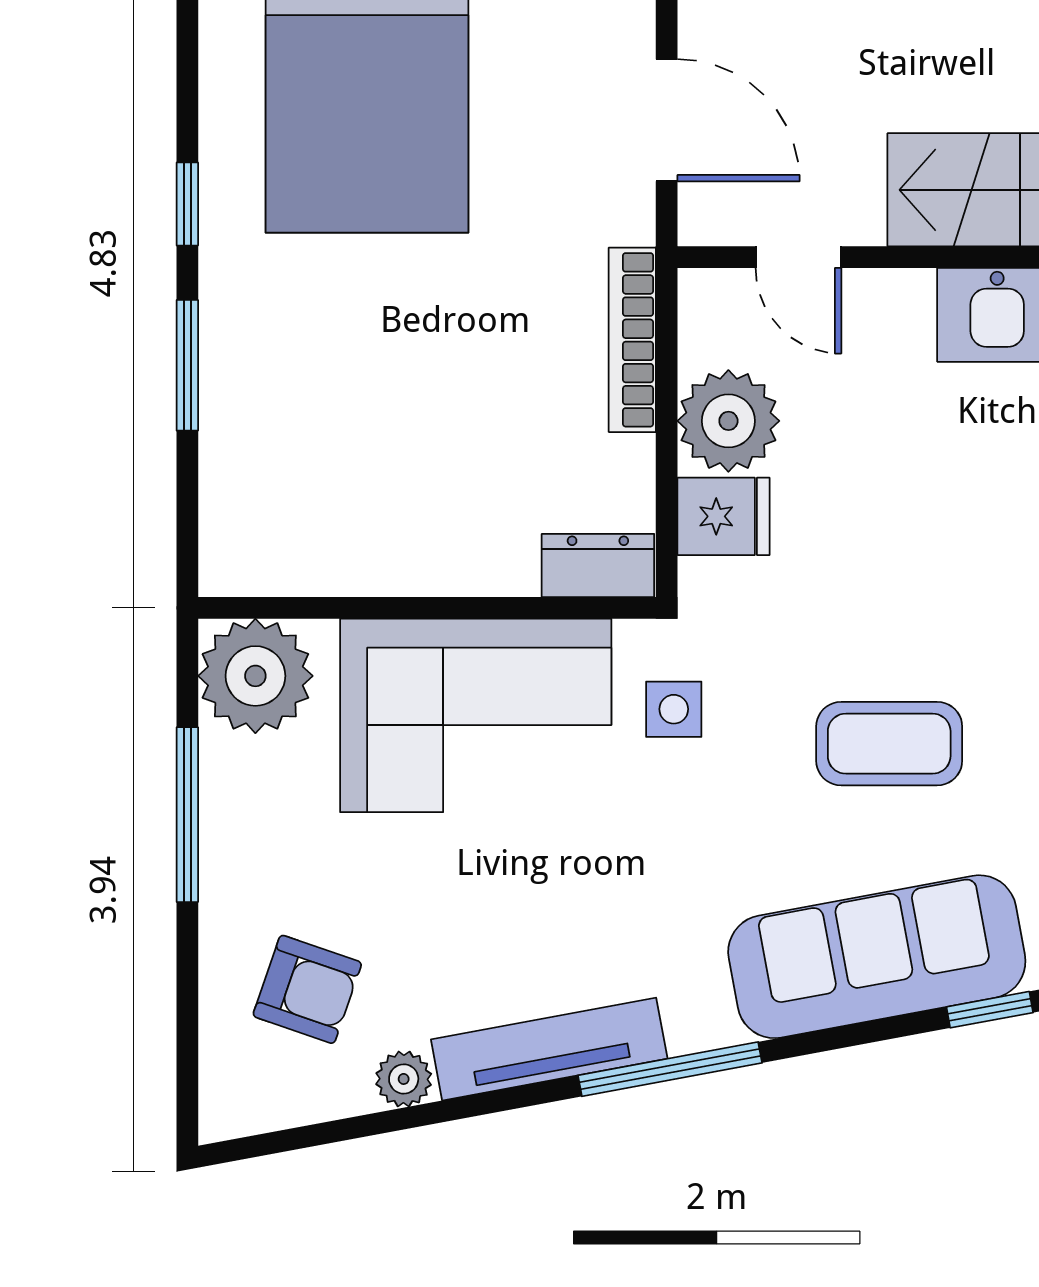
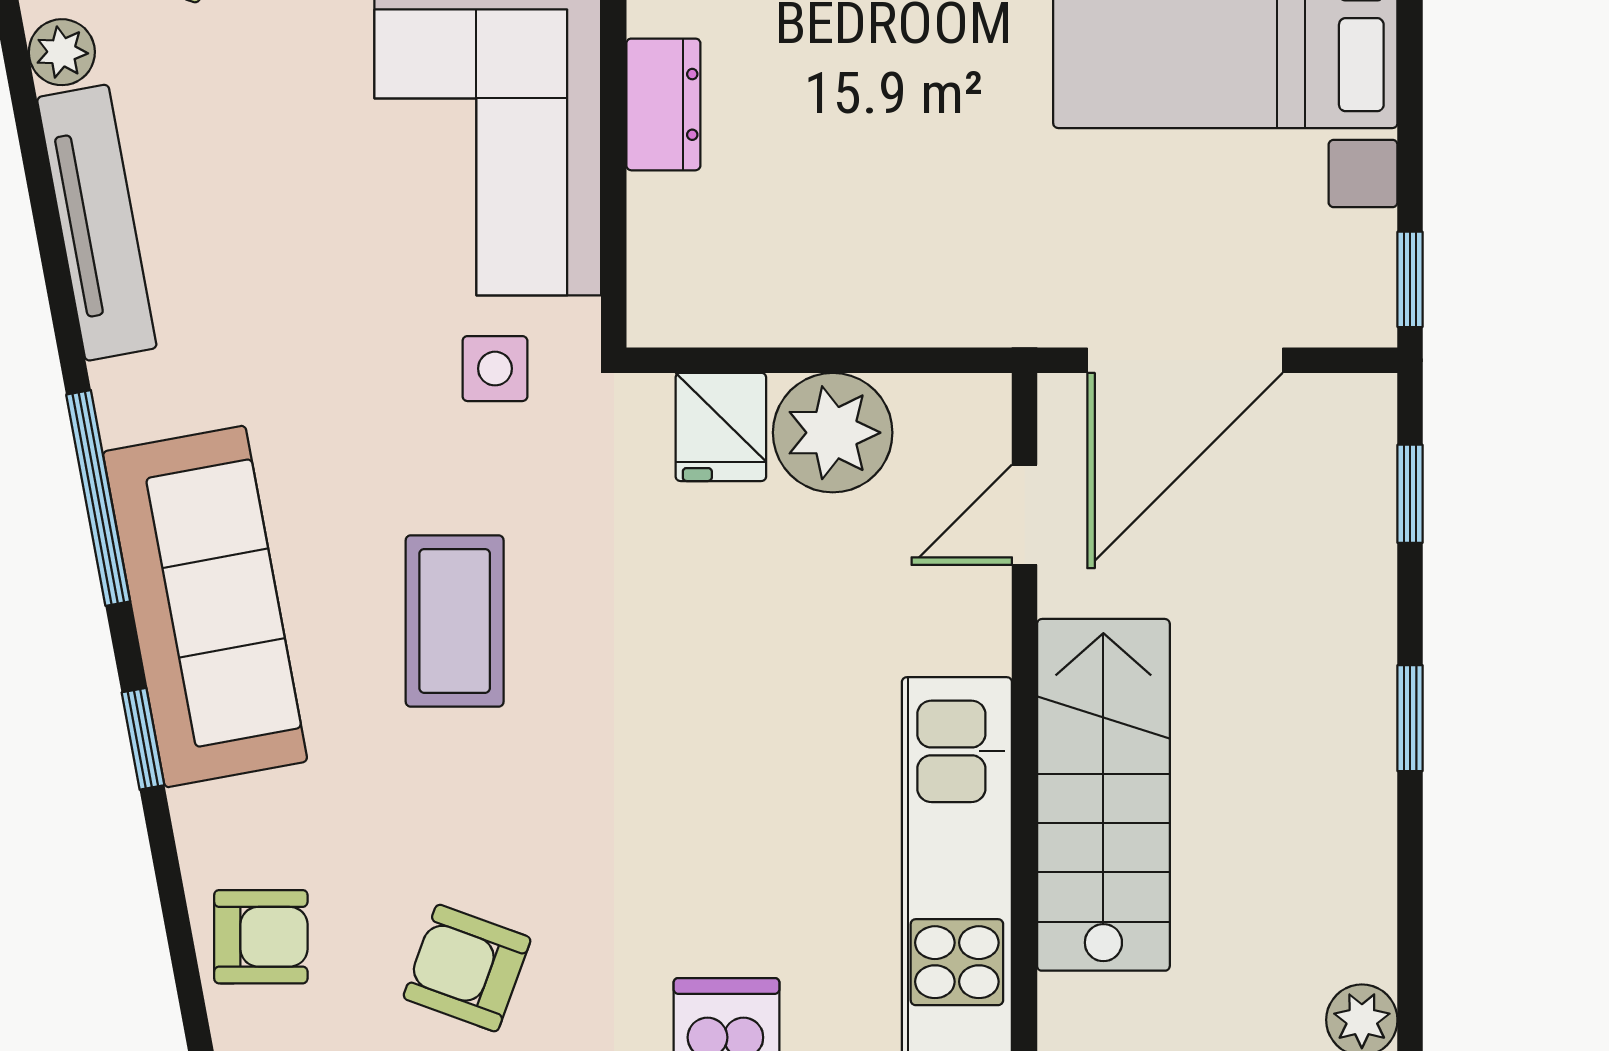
door: (667, 120) -> (1185, 360), width x1.36
bookcase: (632, 340) -> (928, 320), removed
dresser: (598, 565) -> (663, 104), moved
window: (670, 1069) -> (98, 498), moved

